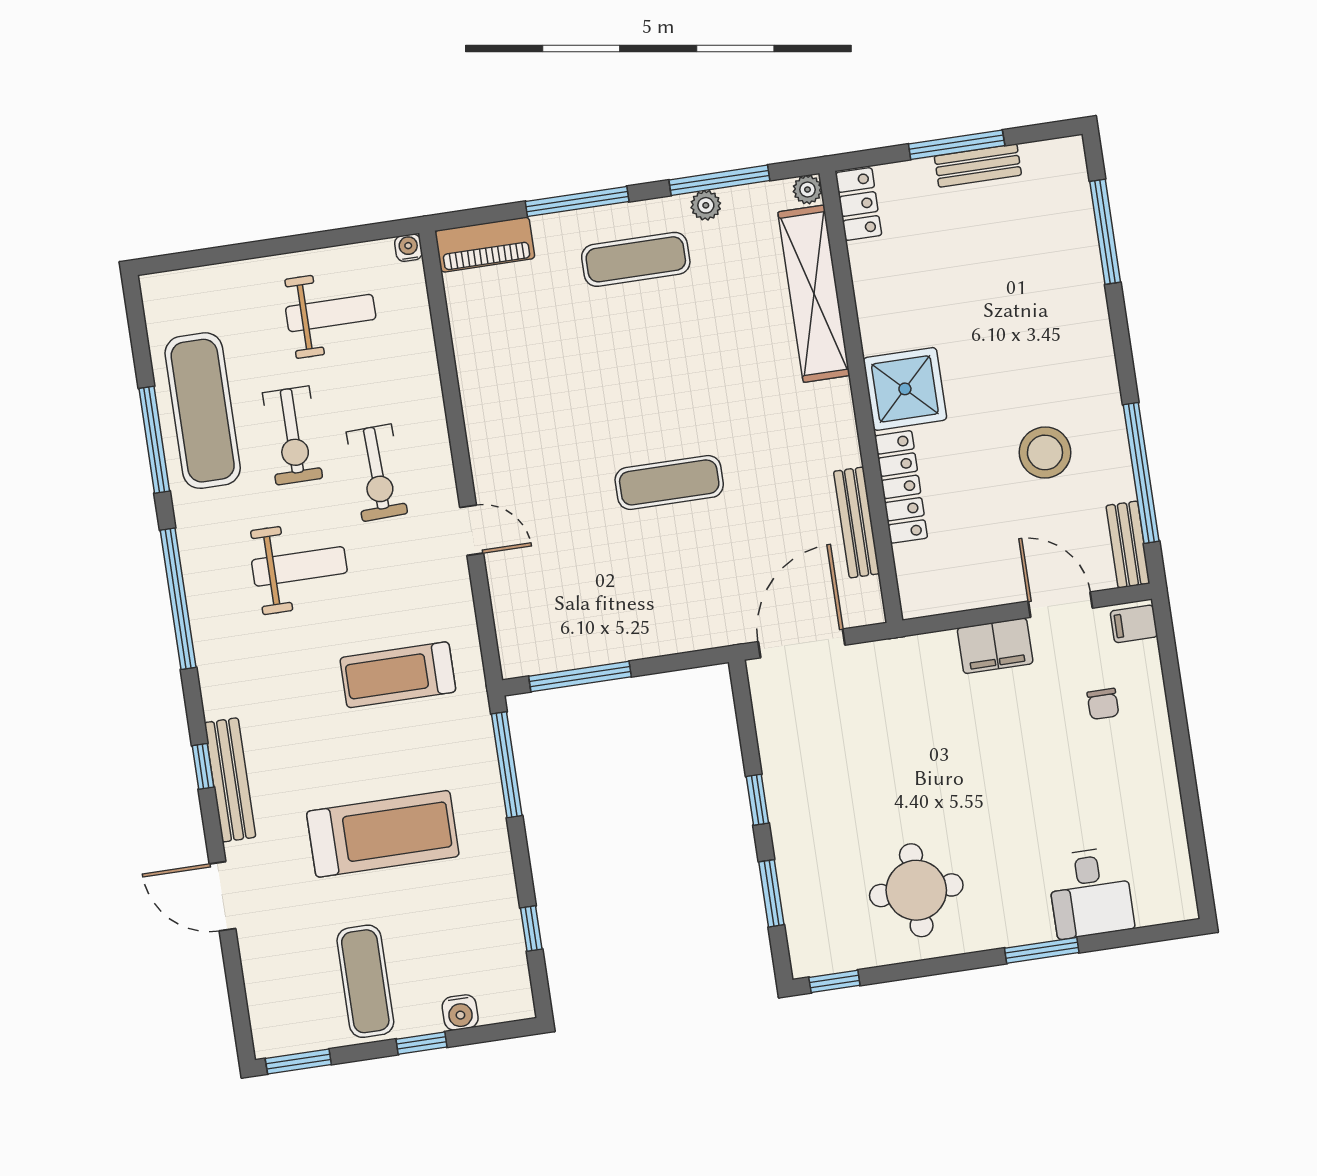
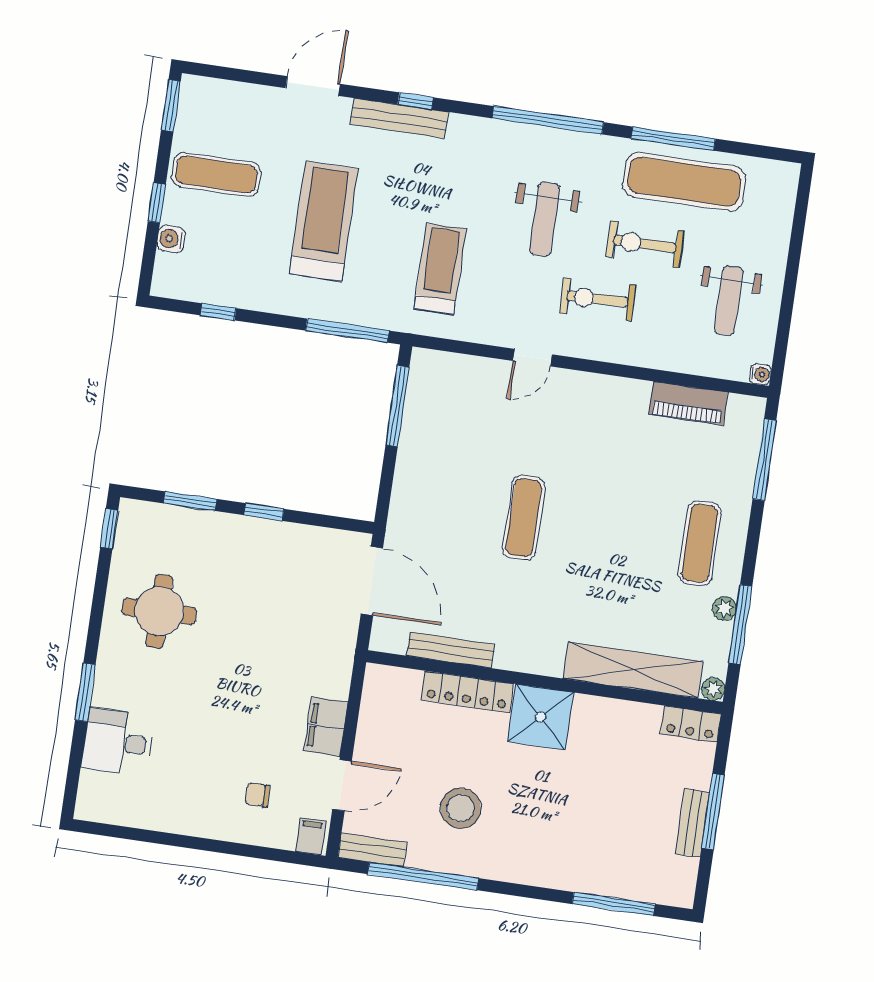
window: (577, 202) -> (764, 460), moved
piano: (485, 245) -> (688, 403), moved, turned -90
treadmill: (383, 834) -> (324, 221), turned 180

